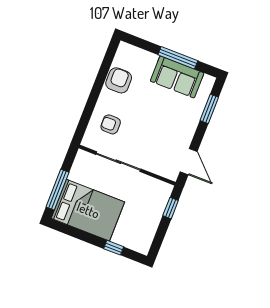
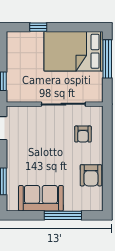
window: (178, 58) -> (63, 215), moved
armchair: (111, 124) -> (83, 134), turned 90

